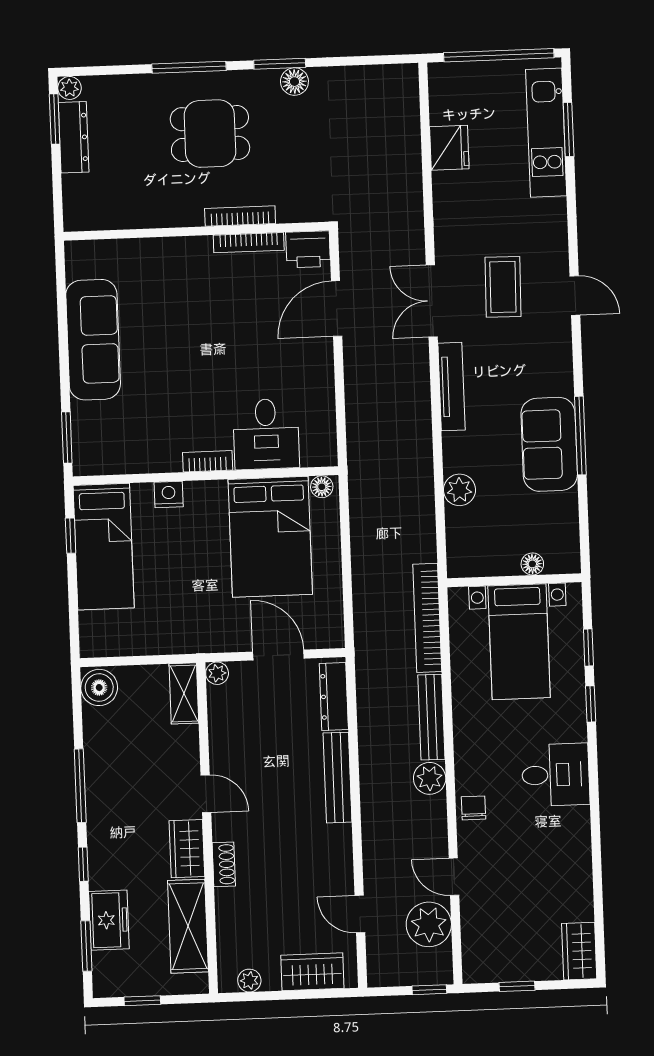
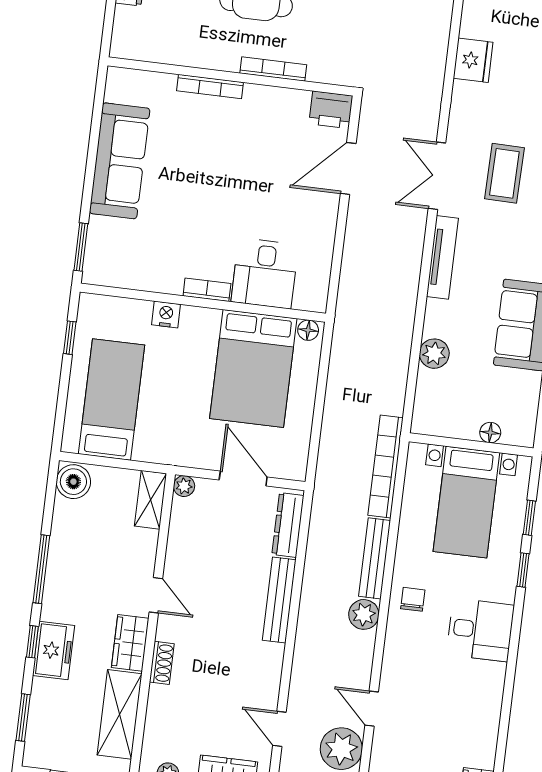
fridge: (449, 148) -> (473, 60), moved
bookcase: (249, 243) -> (210, 87), moved
bed: (104, 547) -> (112, 399), moved, turned 180
chair: (474, 808) -> (413, 599), moved
freezer: (109, 920) -> (54, 650), moved

